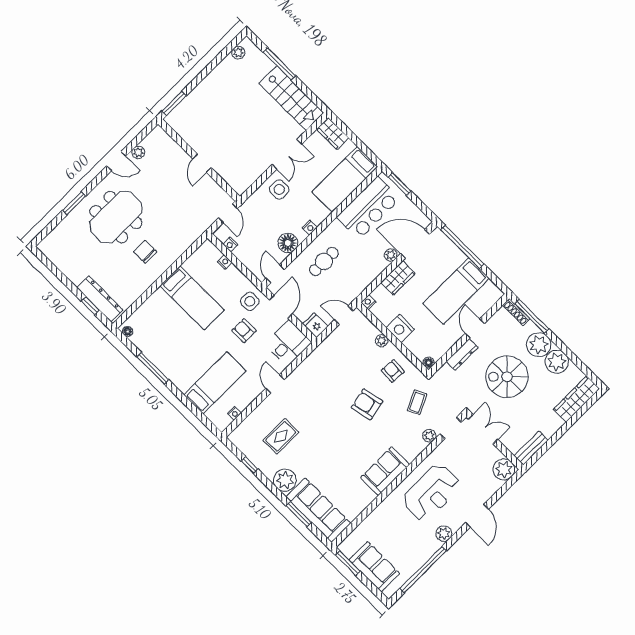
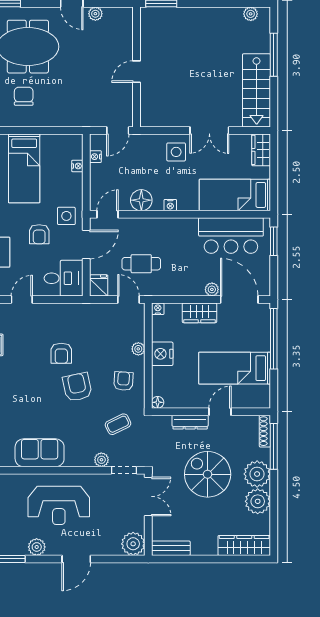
cafe table: (324, 261) -> (141, 264), moved
armchair: (244, 331) -> (39, 234), turned 180
armchair: (335, 393) -> (61, 353), added

